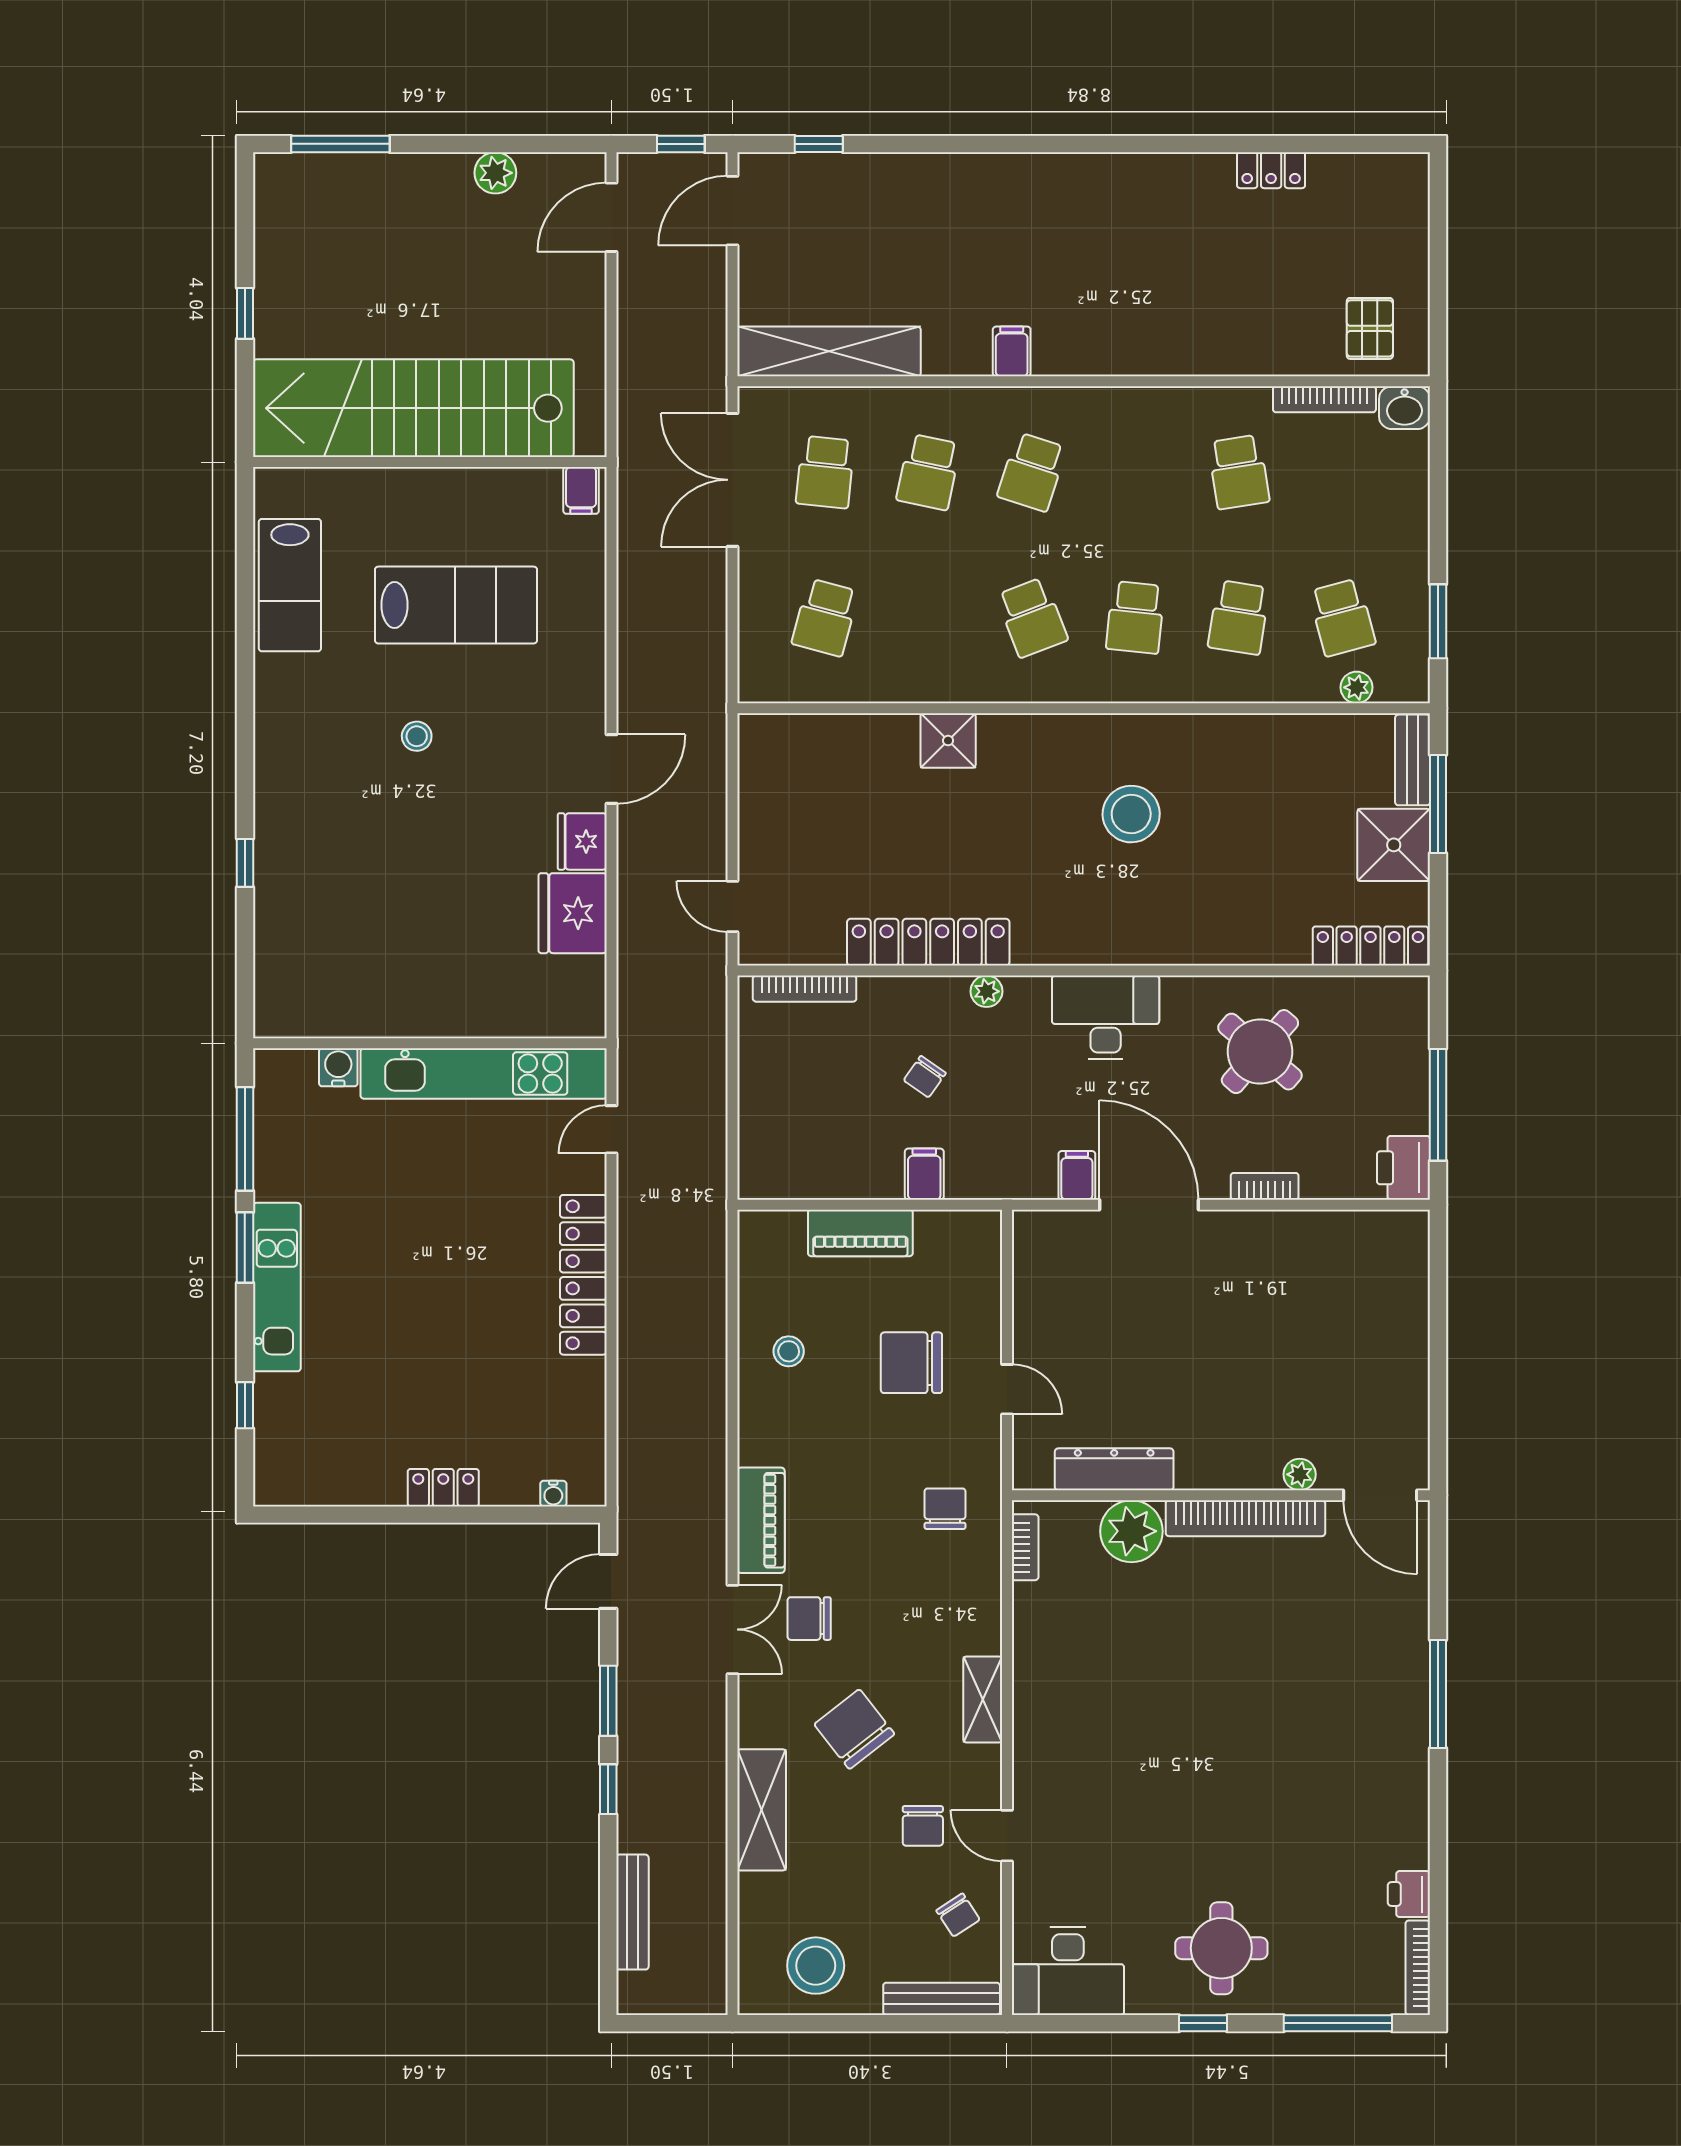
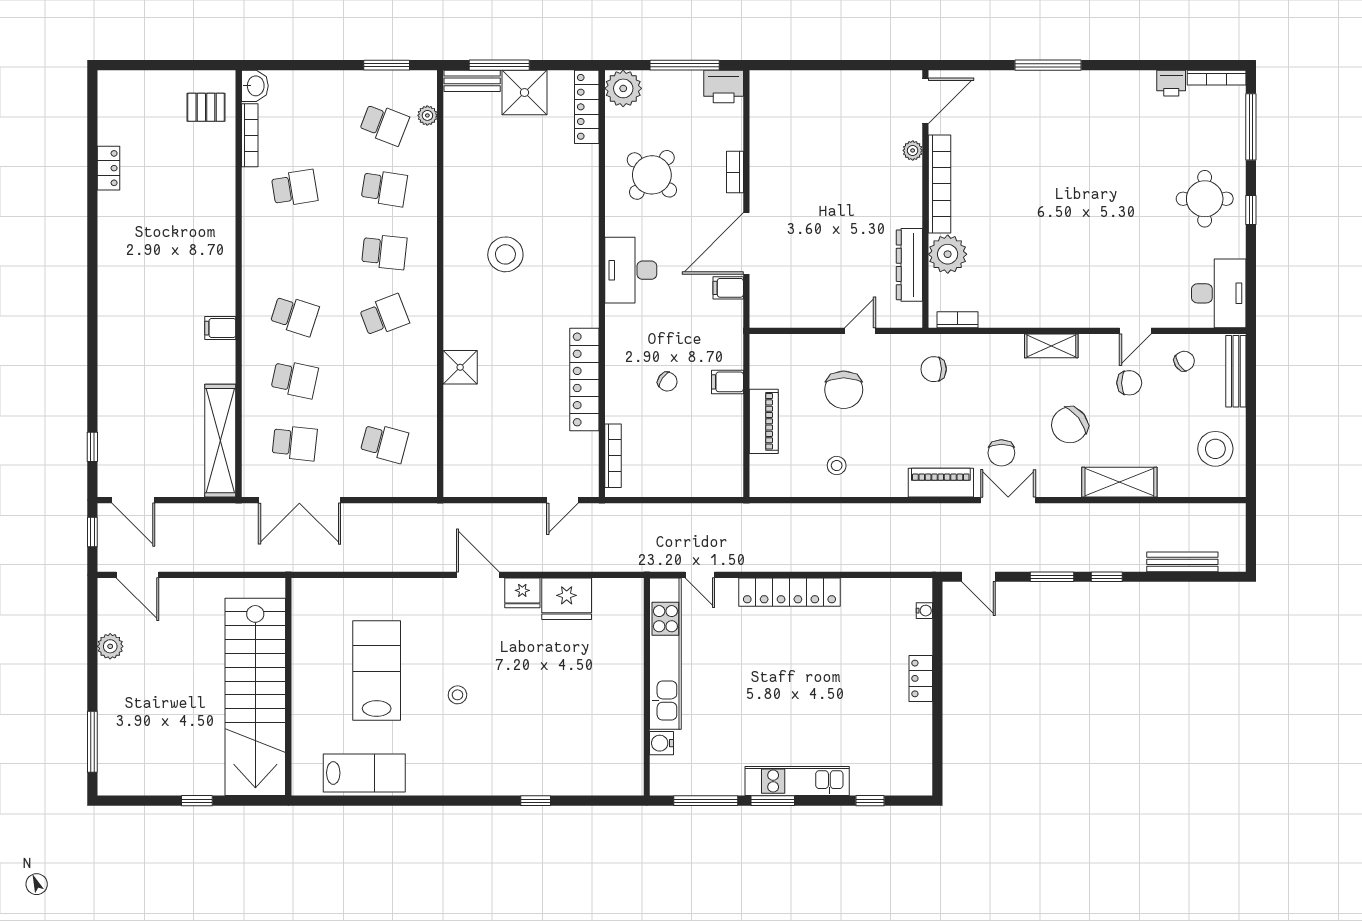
filing cabinet: (581, 490) -> (306, 594), removed
school desk: (1342, 617) -> (384, 124), turned 36
plant: (987, 991) -> (623, 88), moved, width x1.88, depth x1.88

